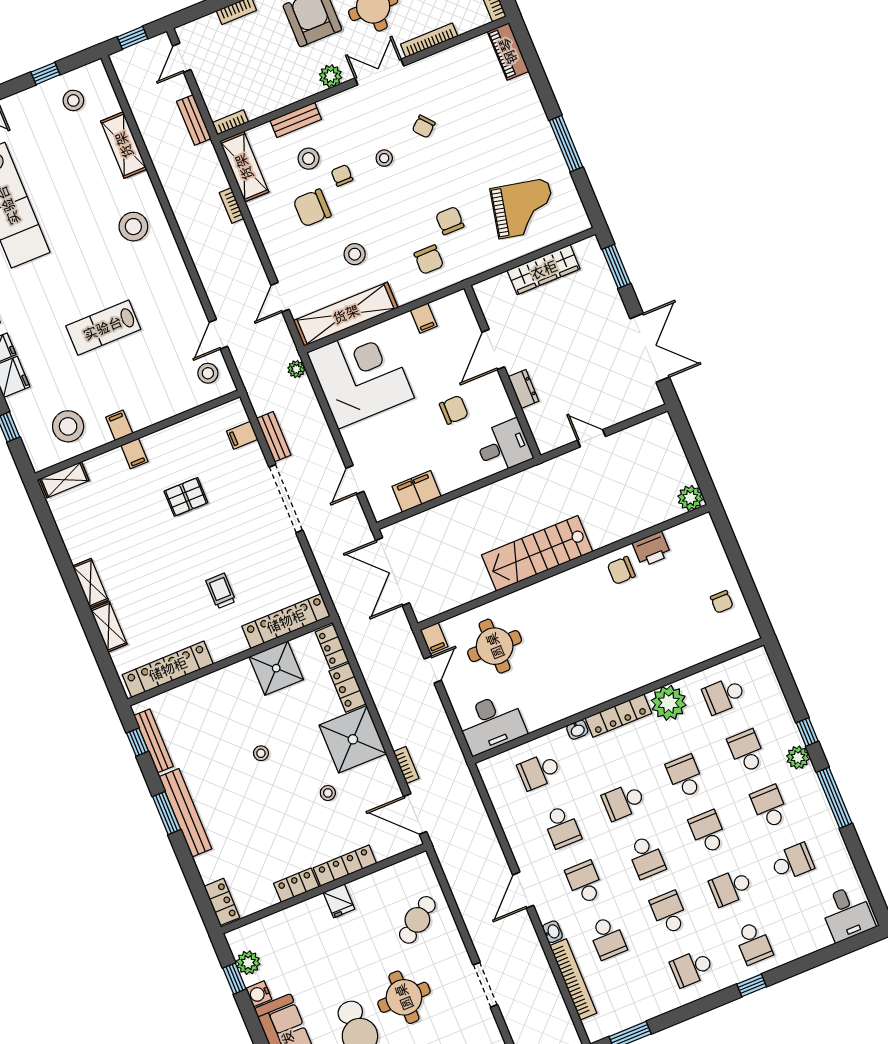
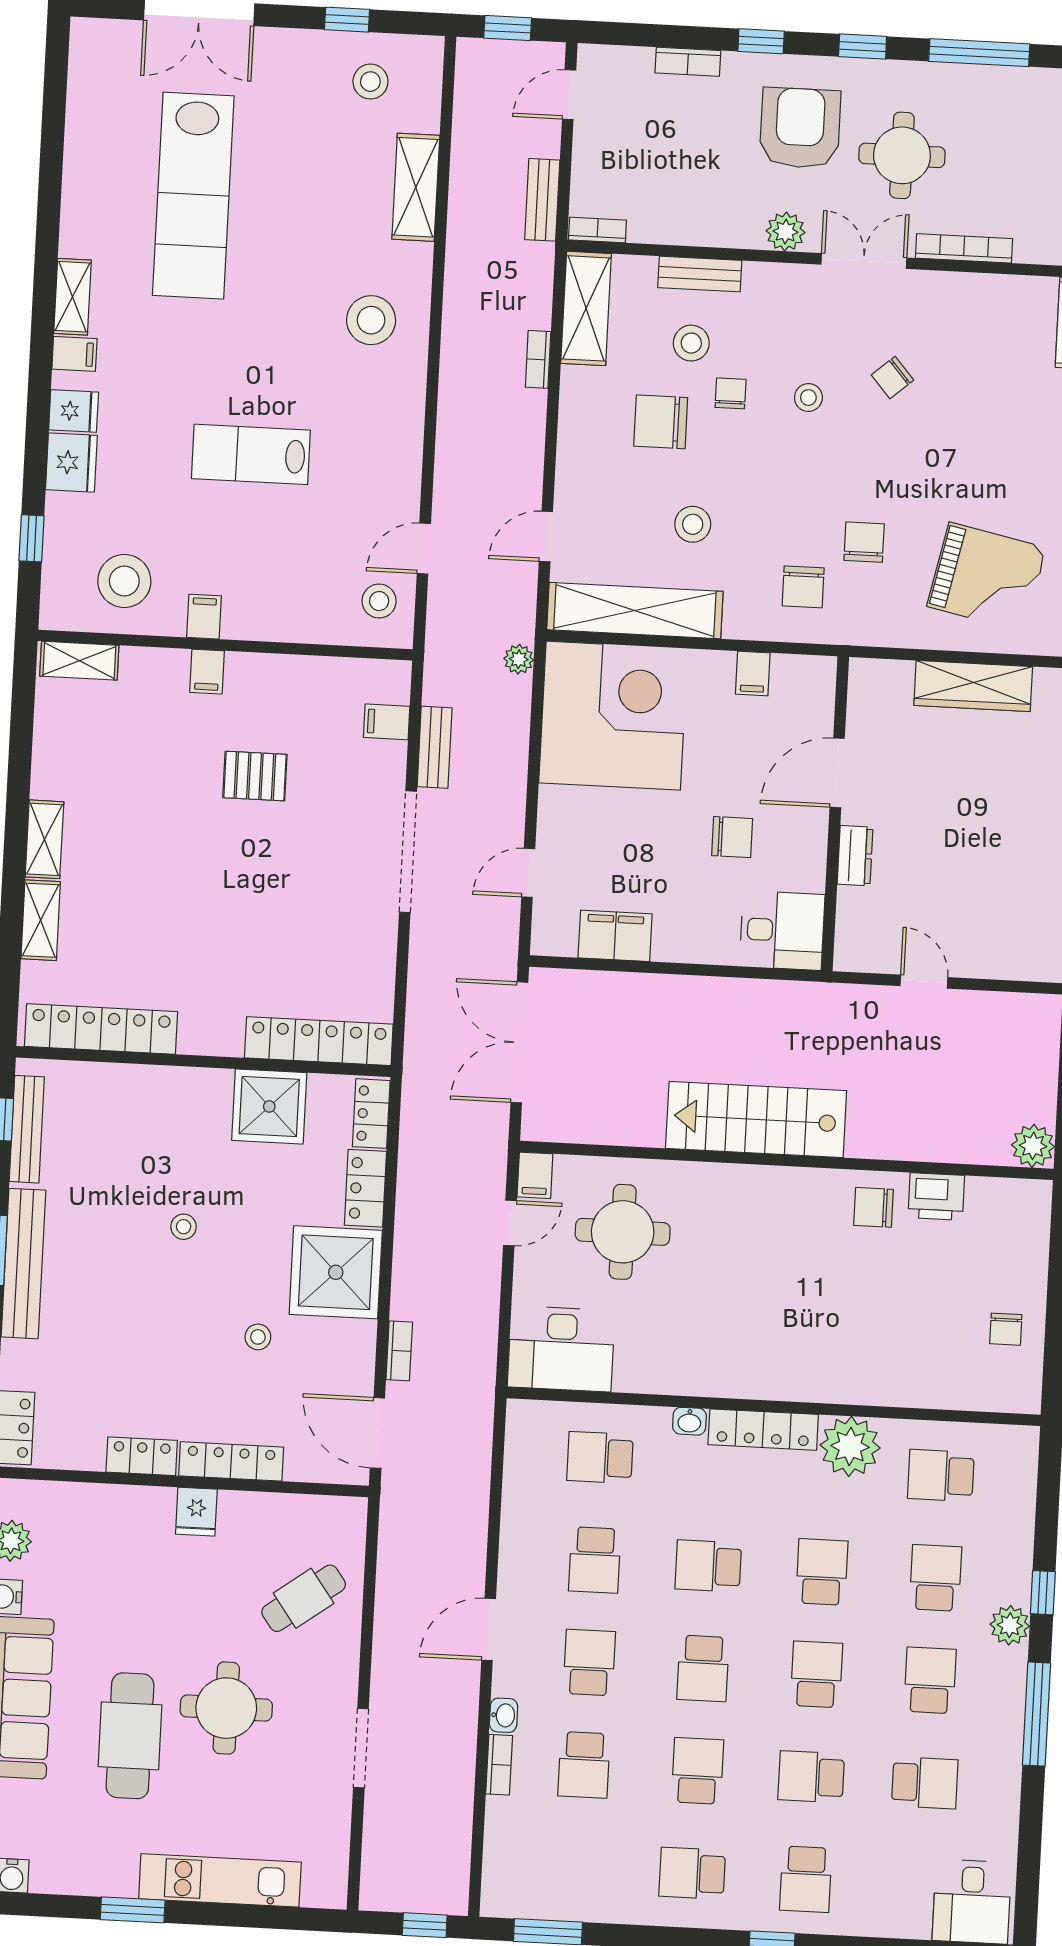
trolley: (221, 591) -> (240, 947), removed
bookcase: (573, 979) -> (499, 1765), width x0.43, depth x0.76

